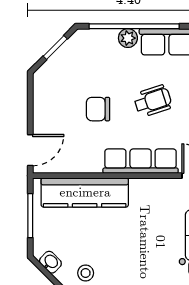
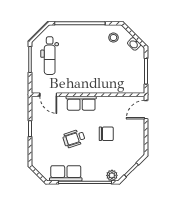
plant: (128, 38) -> (112, 175), moved
row of seats: (141, 161) -> (81, 103), width x0.68
kitchen counter: (85, 192) -> (114, 85), removed

